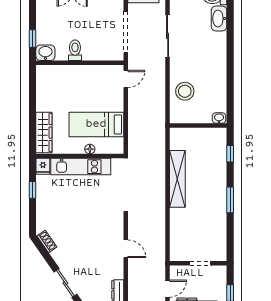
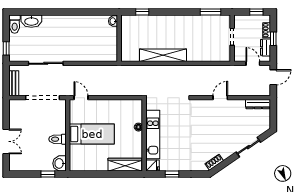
stool: (185, 91) -> (91, 49), removed
bed: (96, 124) -> (92, 134), moved, turned -90
window: (230, 200) -> (210, 12), moved

